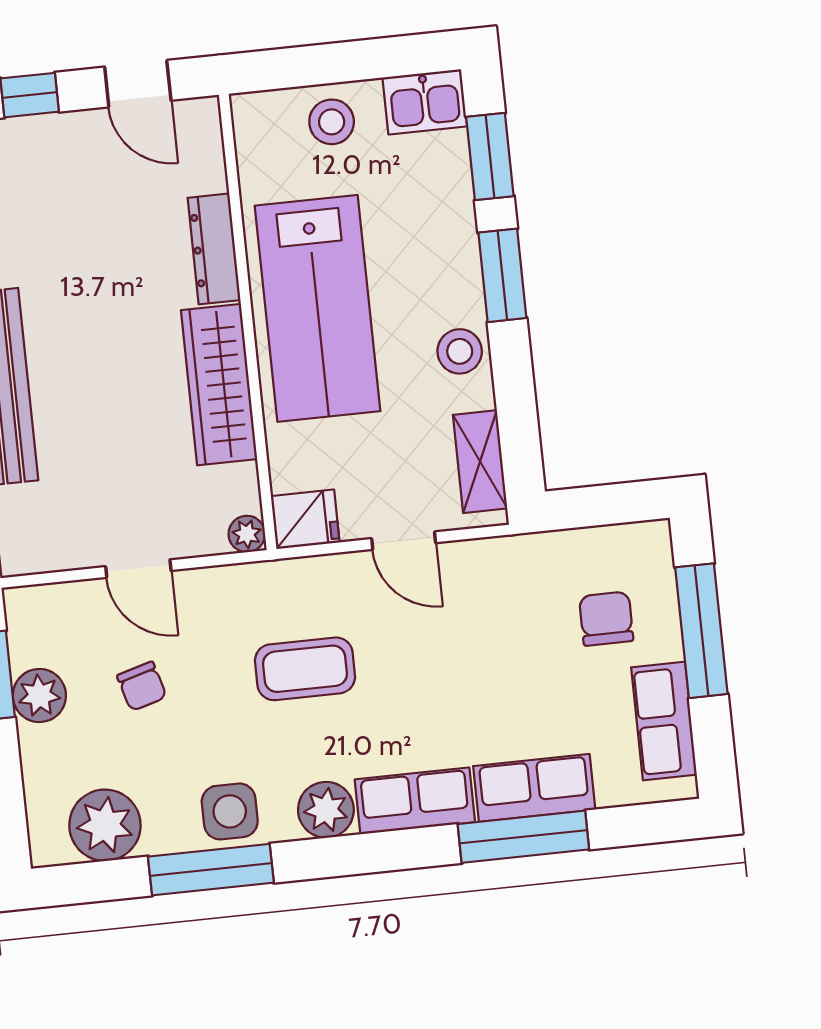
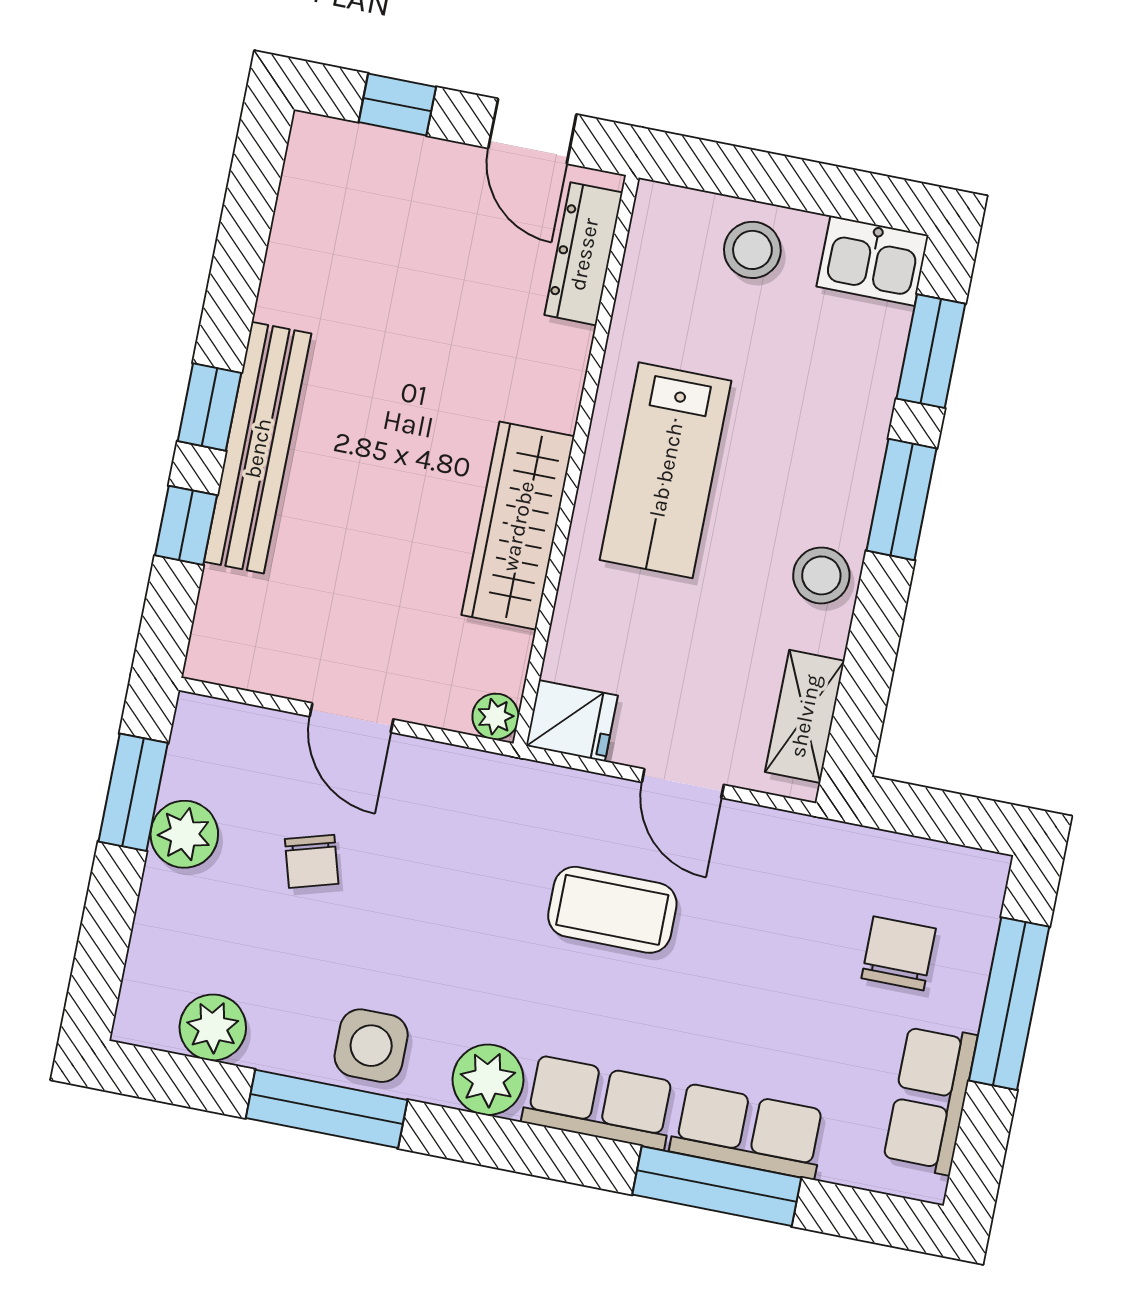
dresser: (214, 249) -> (584, 254), moved
lab bench: (318, 308) -> (666, 470), width x0.73, depth x0.72
coffee table: (305, 669) -> (612, 910), moved
plant: (105, 825) -> (213, 1027), width x0.73, depth x0.73

